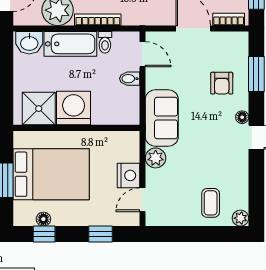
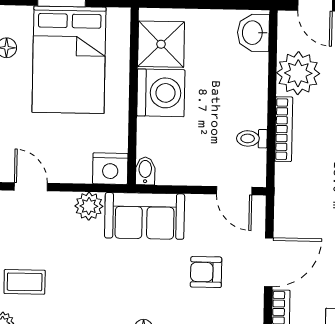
bathtub: (70, 44) -> (251, 90), removed
door: (142, 54) -> (234, 191), hinge flipped
bidet: (130, 79) -> (145, 171), moved
armchair: (222, 83) -> (206, 272), moved
nightstand: (128, 175) -> (110, 169), moved

